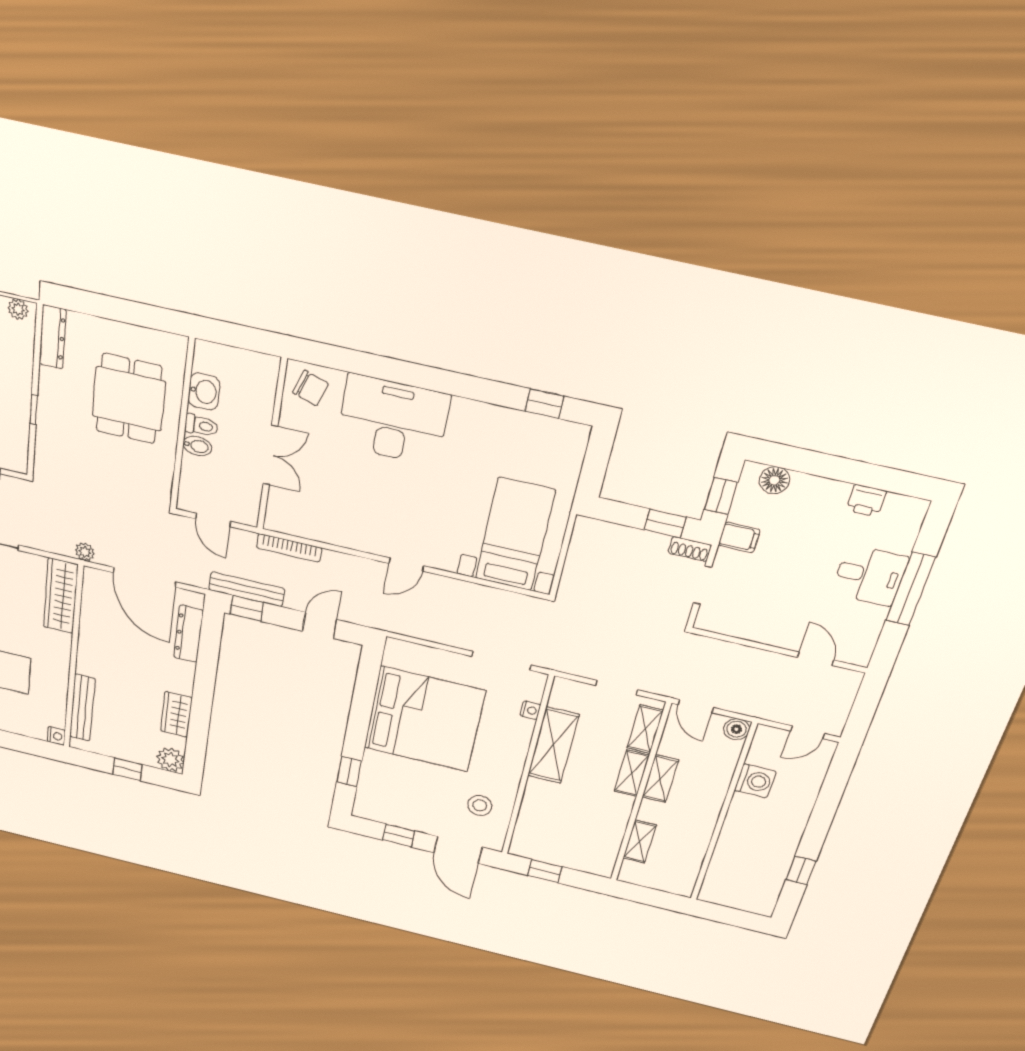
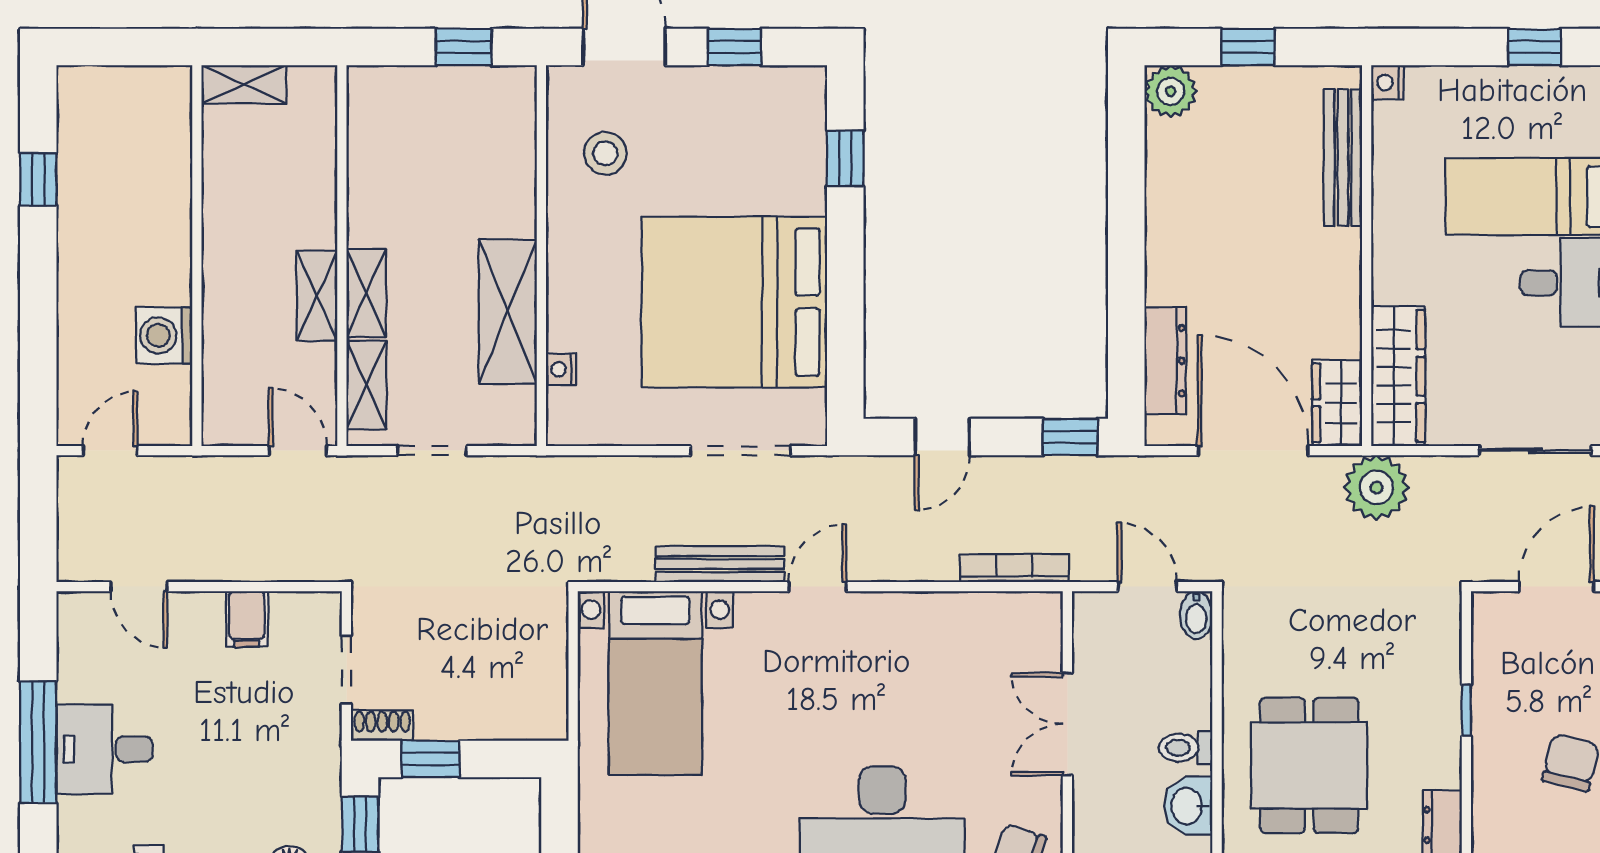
bidet: (197, 446) -> (1196, 615), moved, turned -90
filing cabinet: (739, 538) -> (247, 619), moved, turned -90
plant: (85, 552) -> (1376, 487), width x1.88, depth x1.88
bench: (247, 589) -> (720, 564), moved
doorway: (501, 661) -> (741, 451), moved
wardrobe: (176, 714) -> (1337, 403), moved, turned 180
boiler: (736, 729) -> (222, 425), removed
shelving: (640, 842) -> (244, 84), moved, turned 90

